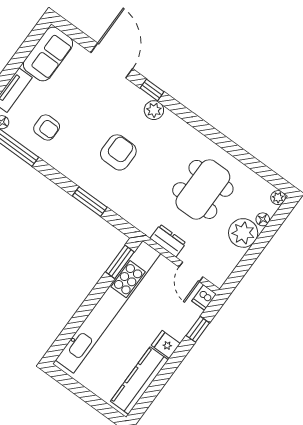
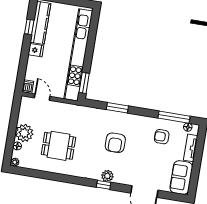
window: (152, 90) -> (104, 185), moved
dining table: (203, 189) -> (58, 146), width x0.73
dresser: (168, 241) -> (63, 108), removed
window: (198, 329) -> (29, 27), moved

